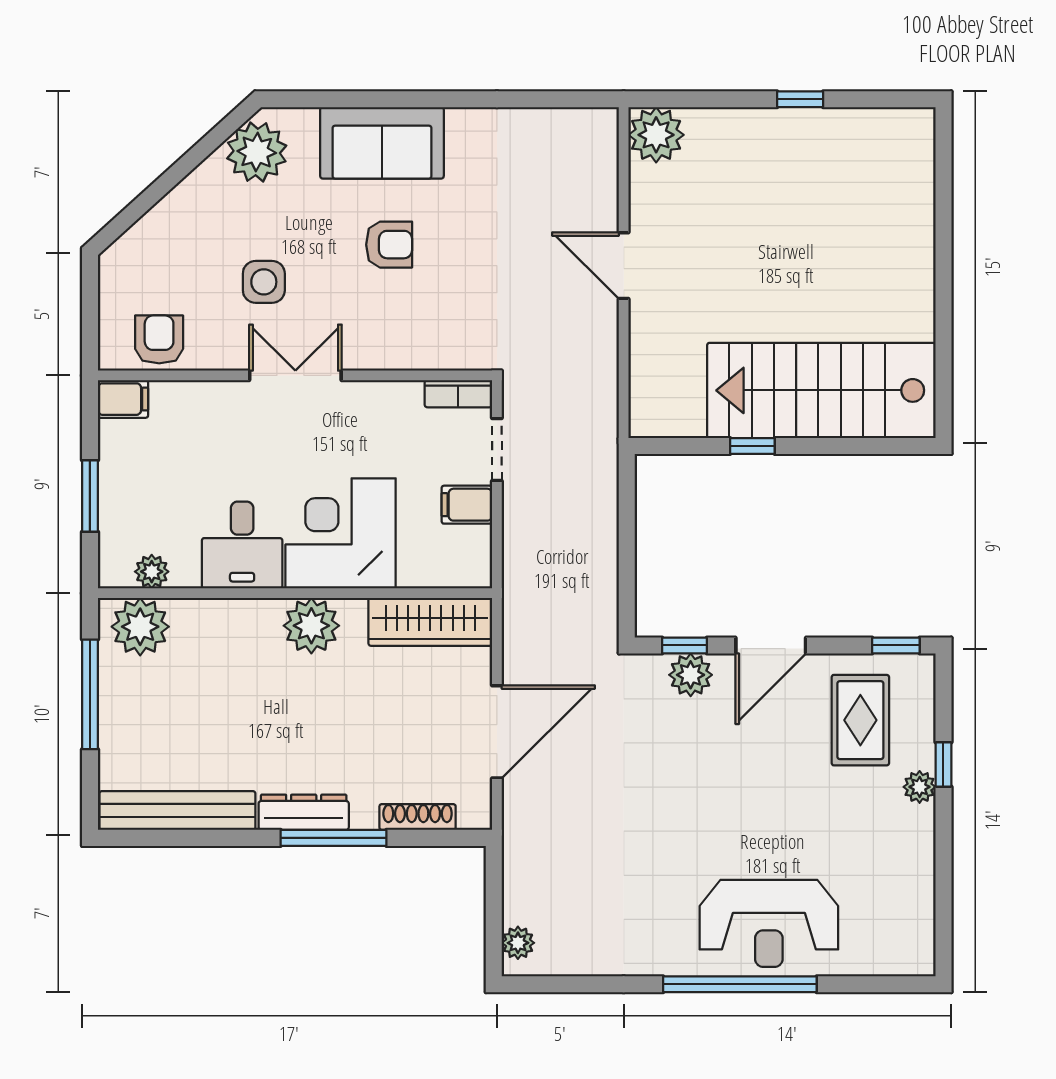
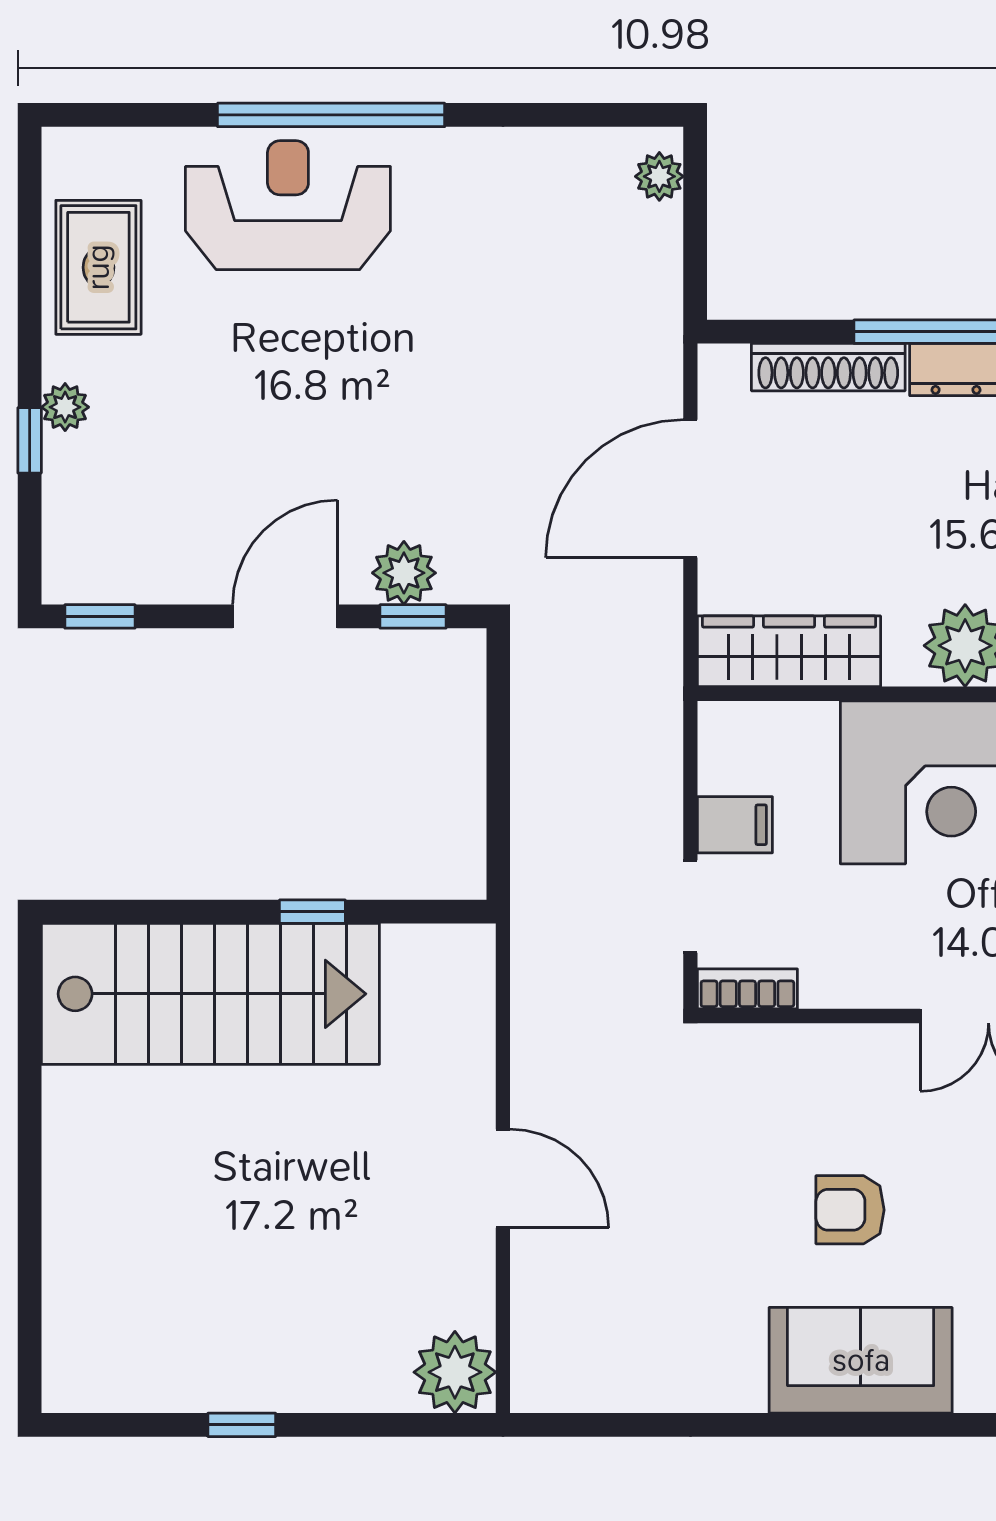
rug: (860, 720) -> (98, 267), moved
shoe rack: (418, 817) -> (828, 367), width x1.36, depth x1.24

